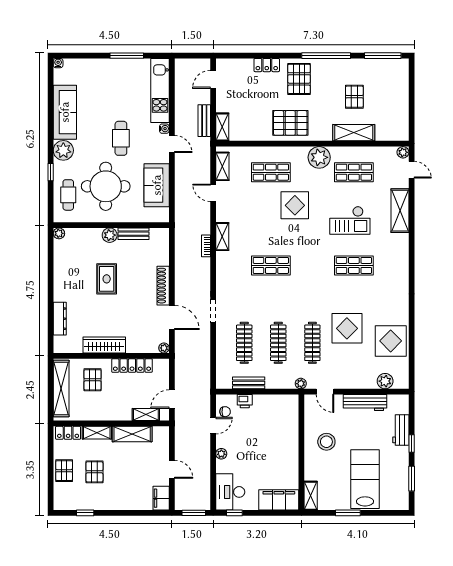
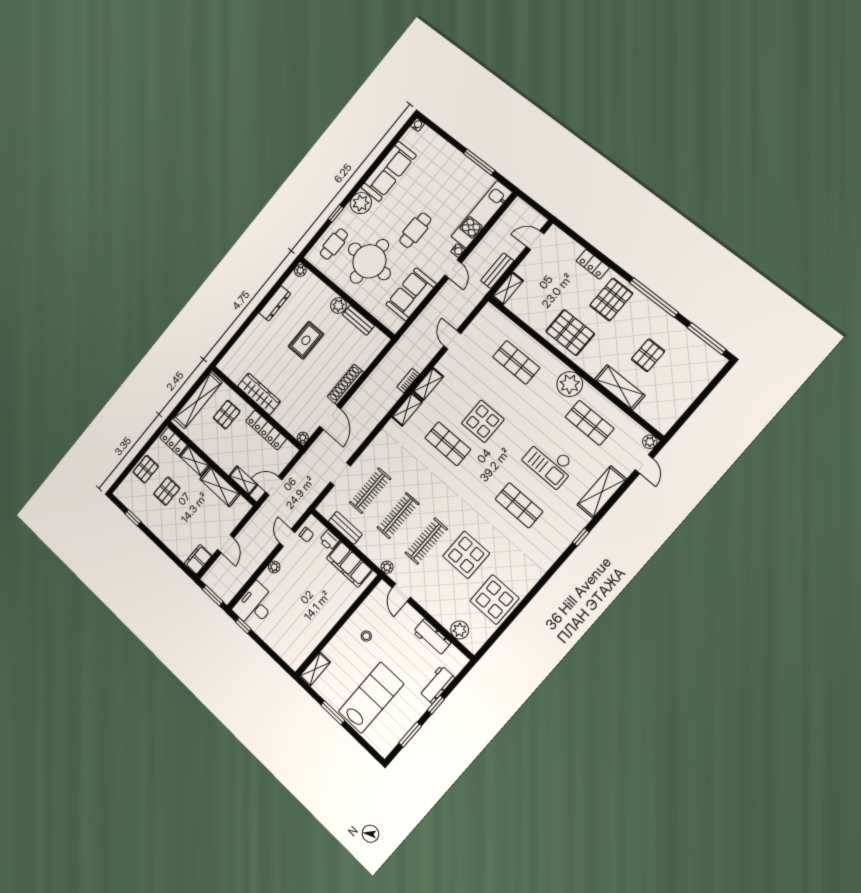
shelving: (222, 166) -> (407, 409), moved
display table: (295, 205) -> (483, 421), moved
window: (412, 251) -> (581, 537), added
doorway: (213, 311) -> (340, 474), moved
dresser: (60, 319) -> (275, 303), moved
workbench: (365, 403) -> (432, 637), width x0.73
door: (213, 426) -> (287, 538), swing flipped
stool: (326, 442) -> (366, 636), width x0.53, depth x0.53
filing cabinet: (279, 500) -> (349, 564), moved, turned 180

